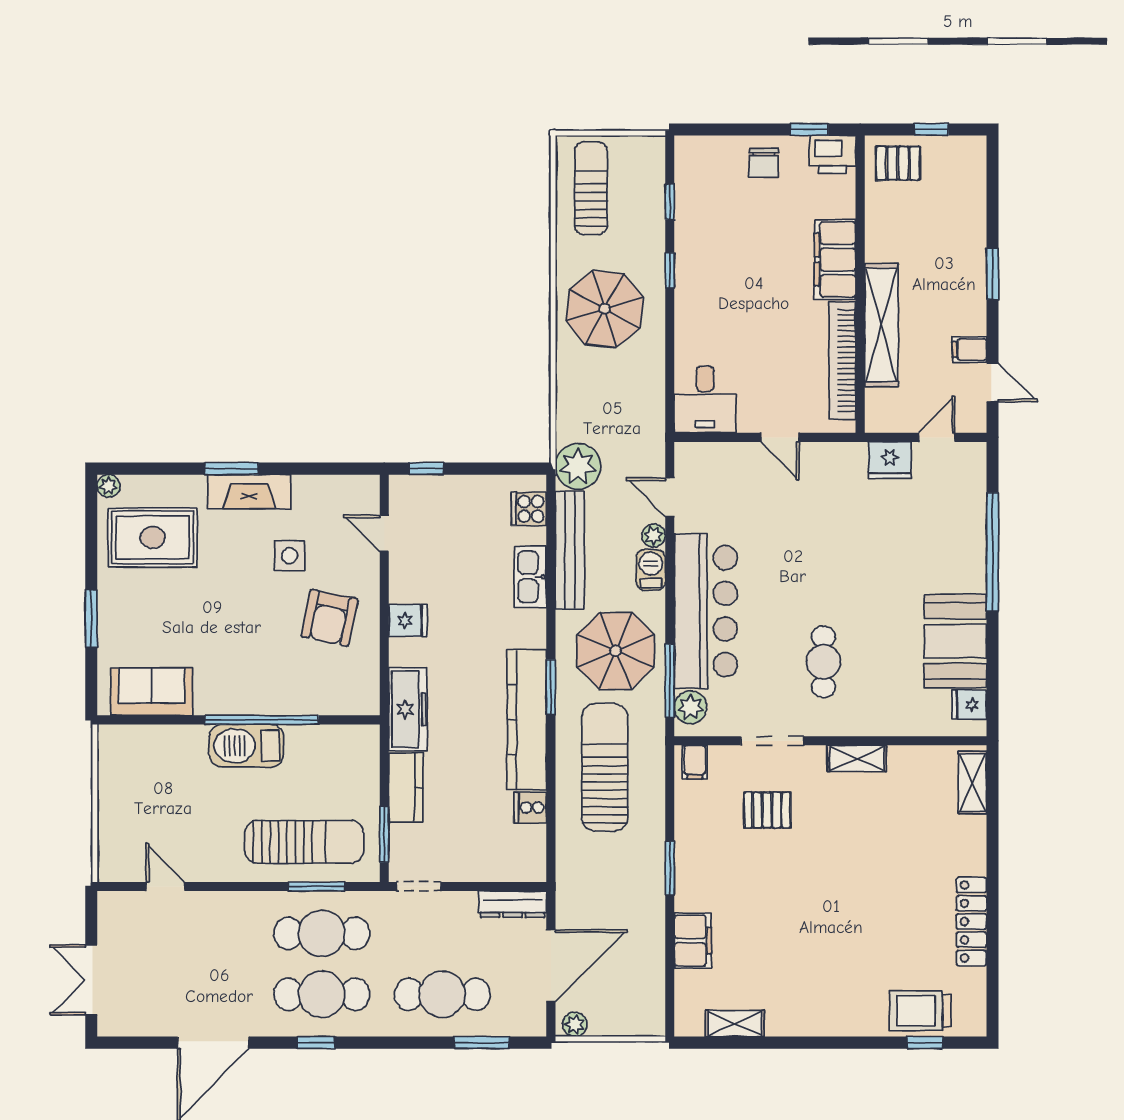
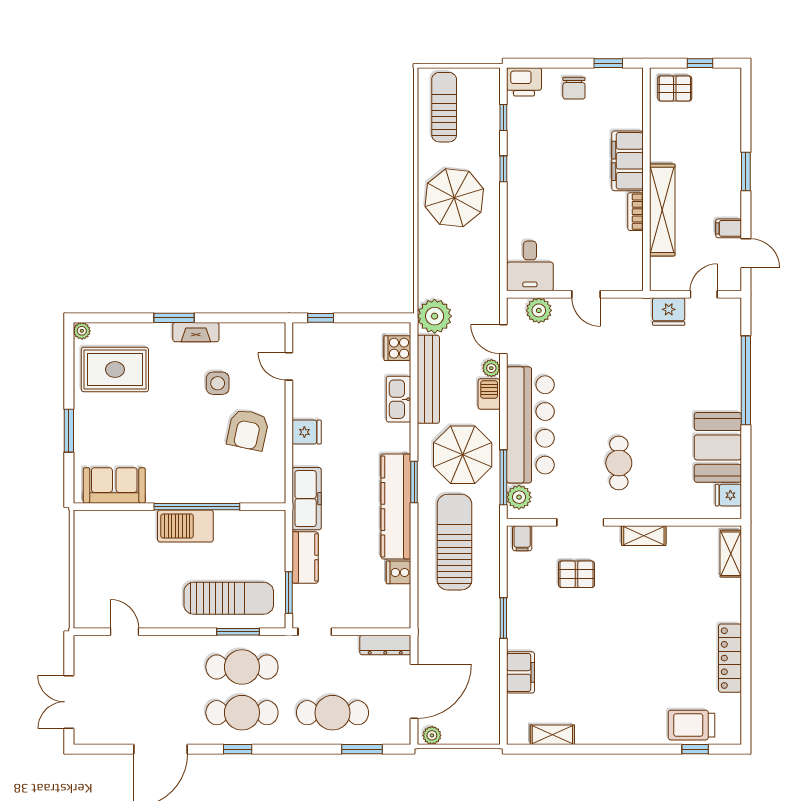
printer: (833, 154) -> (524, 82), moved
bookcase: (842, 361) -> (635, 212), width x0.43, depth x0.76
plant: (717, 459) -> (539, 310), added
fireplace: (249, 492) -> (196, 332), width x0.73, depth x0.76

